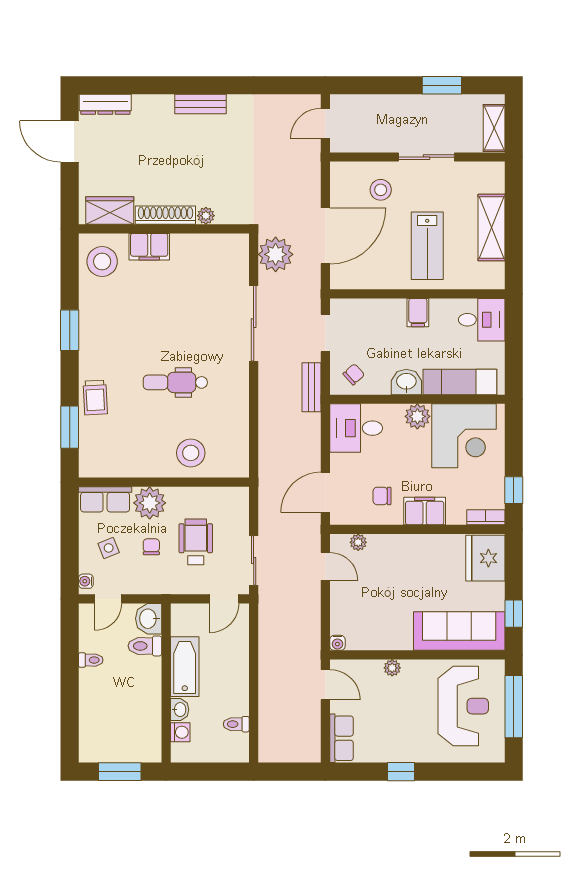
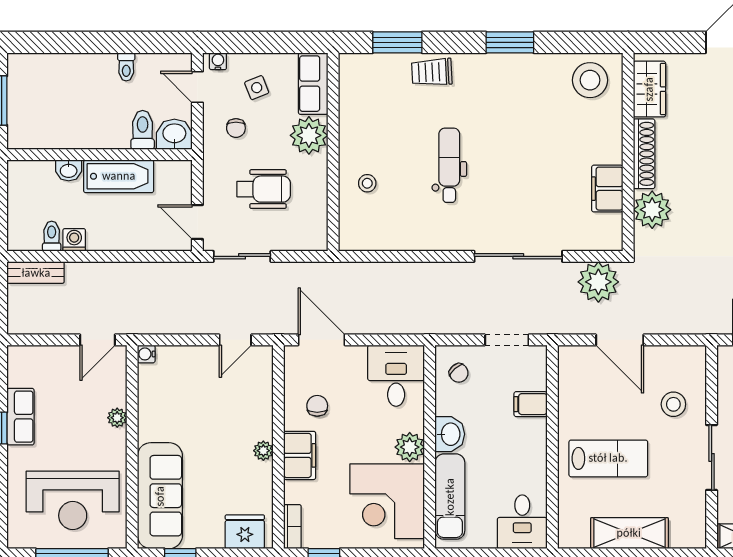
plant: (206, 216) -> (652, 210), width x1.88, depth x1.88
door: (325, 236) -> (620, 340), width x0.73
lab bench: (427, 246) -> (608, 458), turned 180
filing cabinet: (149, 247) -> (607, 189), moved
filing cabinet: (418, 313) -> (531, 404), moved
bench: (311, 387) -> (36, 273), moved
stool: (191, 453) -> (367, 183), width x0.53, depth x0.53
plant: (358, 542) -> (263, 451), moved
chair: (151, 547) -> (236, 128), moved, turned 90
fridge: (485, 558) -> (245, 532), width x0.73, depth x0.75
washing machine: (180, 732) -> (74, 240), moved, turned 180
row of seats: (341, 738) -> (20, 417), moved, turned -90

